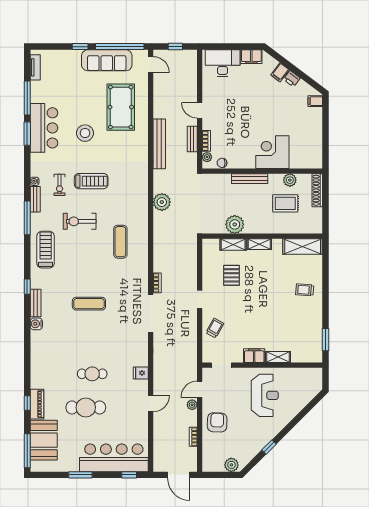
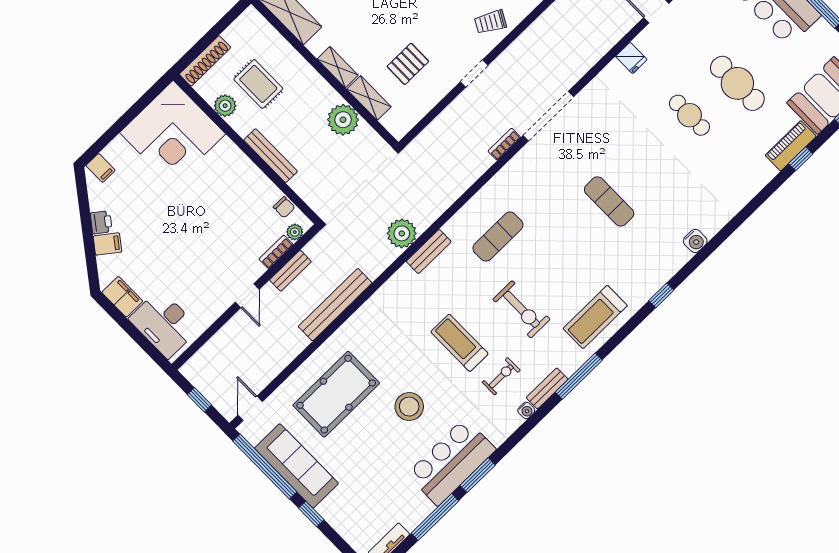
corner desk: (272, 152) -> (173, 133), moved, width x1.36, depth x1.36
bench: (36, 303) -> (429, 252), moved

